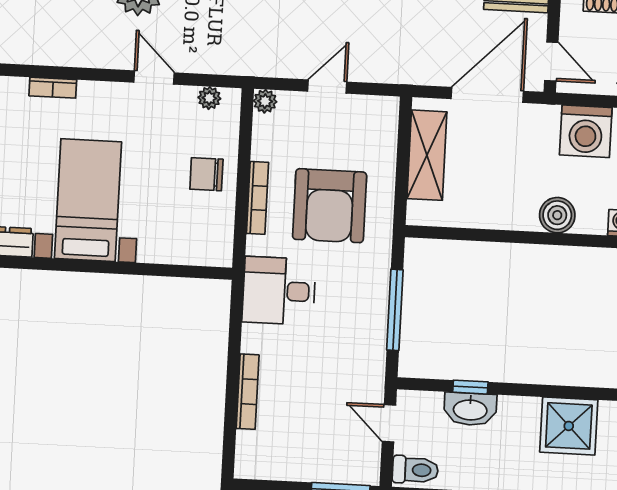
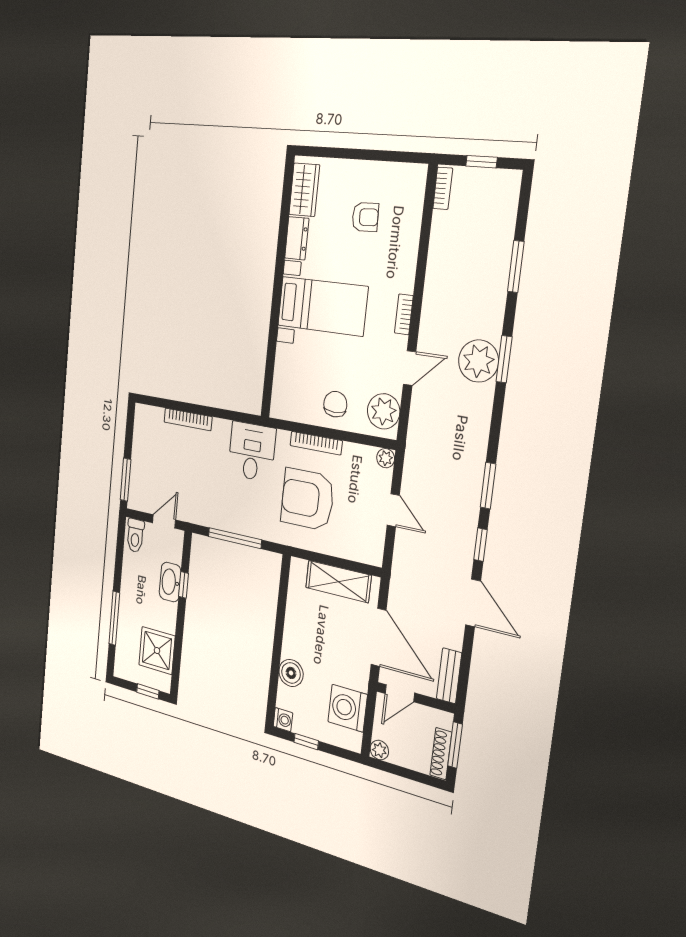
bookcase: (53, 88) -> (404, 314), moved
plant: (209, 98) -> (384, 411), width x1.88, depth x1.88

